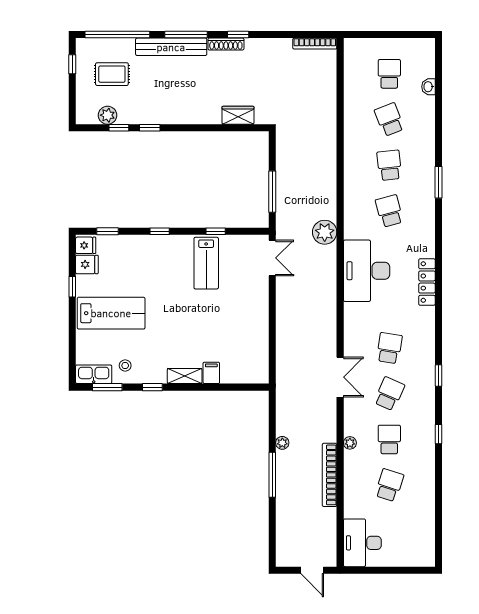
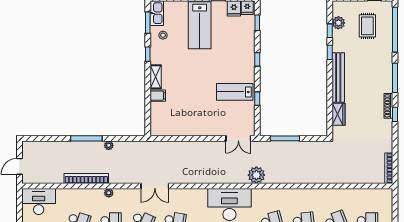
bench: (171, 47) -> (338, 77), moved

